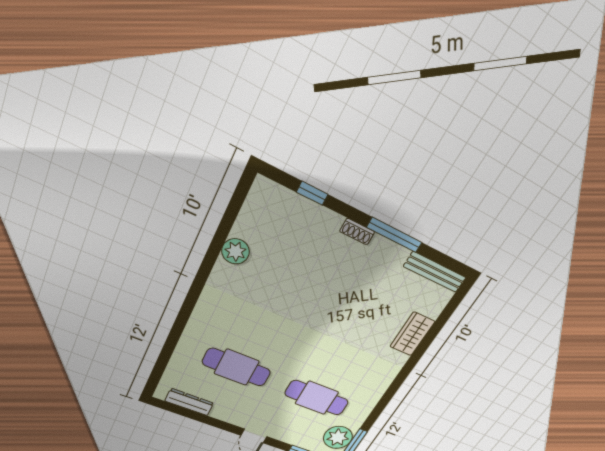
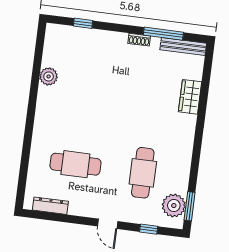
shoe rack: (357, 232) -> (139, 40), moved
window: (394, 235) -> (163, 34), moved
cafe table: (317, 398) -> (143, 173), turned 90

